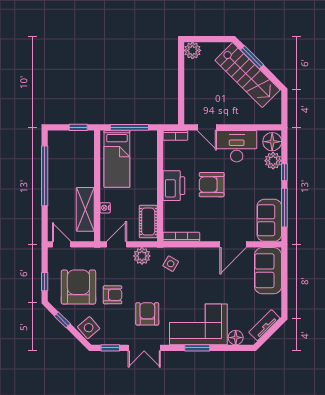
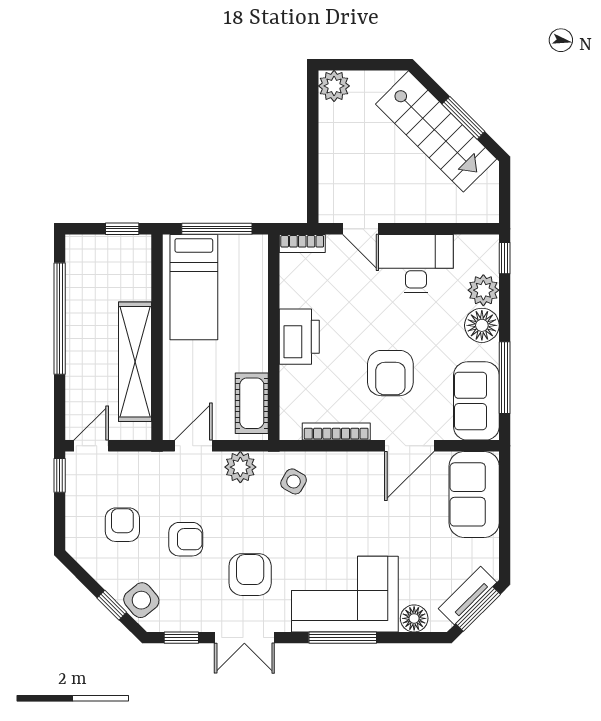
window: (252, 57) -> (463, 118), moved
floor lamp: (272, 142) -> (482, 325), moved
window: (284, 172) -> (505, 258), moved
armchair: (212, 185) -> (390, 373), moved, turned -90
nightstand: (105, 208) -> (172, 378), removed
shelving: (85, 209) -> (135, 362), width x1.47
bookcase: (181, 237) -> (336, 432), moved
door: (62, 244) -> (91, 446), hinge flipped
window: (45, 282) -> (60, 475), moved
armchair: (78, 287) -> (122, 525), width x0.53, depth x0.53
window: (62, 320) -> (112, 605), moved
window: (270, 332) -> (478, 609), added
window: (197, 348) -> (343, 638), width x1.44

